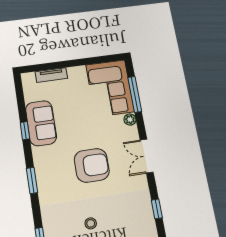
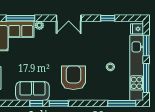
armchair: (92, 165) -> (73, 78), moved
window: (32, 180) -> (59, 103), moved

